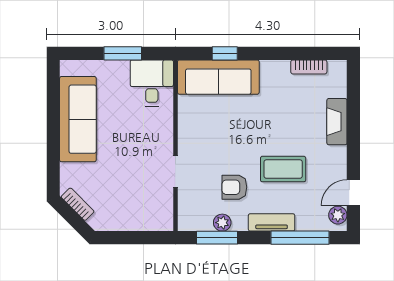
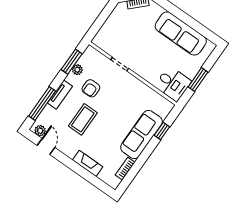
sofa: (218, 77) -> (141, 135), moved
armchair: (234, 187) -> (91, 88), turned 180

